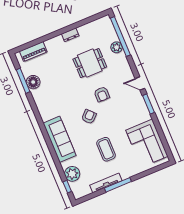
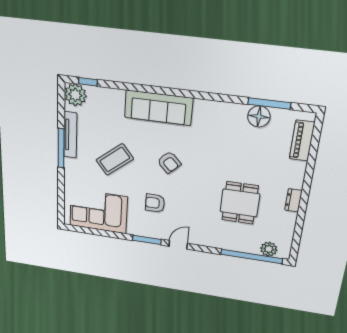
plant: (117, 47) -> (269, 249), moved
armchair: (102, 94) -> (155, 203), moved
coffee table: (106, 149) -> (115, 160), turned -39
plant: (72, 174) -> (75, 95), moved

